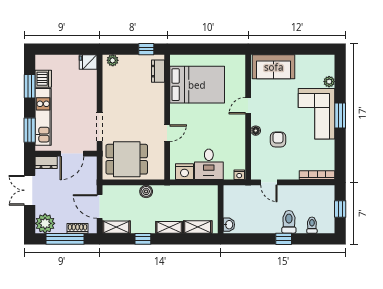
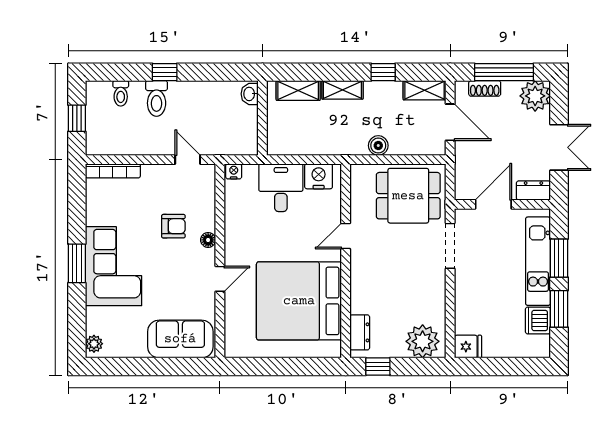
plant: (113, 60) -> (423, 341), width x1.88, depth x1.88
plant: (329, 82) -> (94, 344), moved
bed: (197, 85) -> (299, 301), width x1.36
window: (30, 130) -> (559, 258), moved
armchair: (278, 140) -> (173, 226), turned -90

